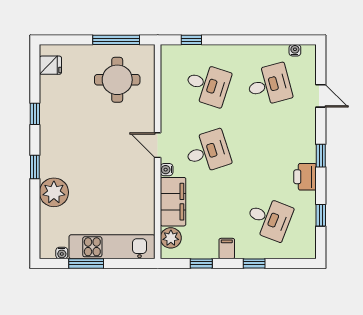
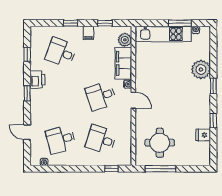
fridge: (50, 65) -> (203, 135), moved

